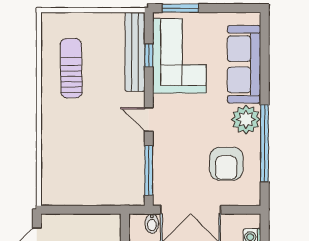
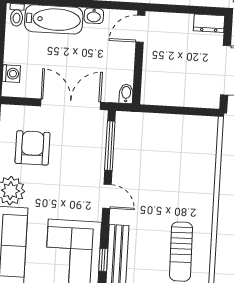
bidet: (152, 223) -> (126, 94), moved

